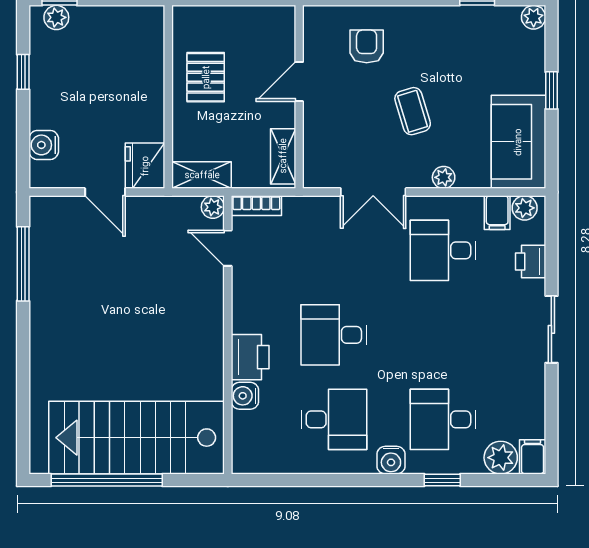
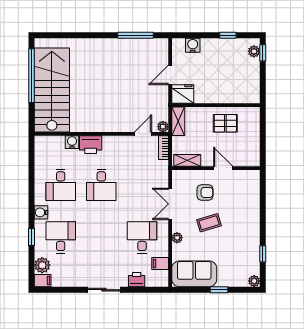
armchair: (367, 46) -> (205, 192), moved
plant: (525, 208) -> (162, 277), removed
desk: (334, 335) -> (101, 185), turned 180

